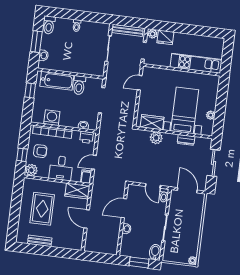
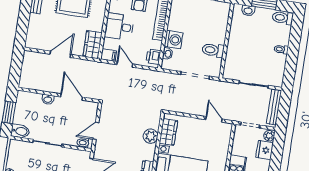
bathtub: (57, 81) -> (219, 25), removed
washing machine: (52, 118) -> (174, 40), moved

